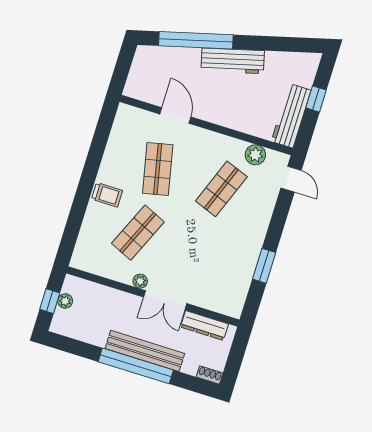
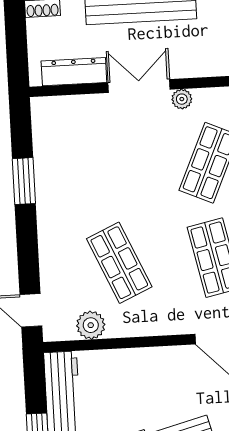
shop shelf: (221, 189) -> (119, 263), turned -45

